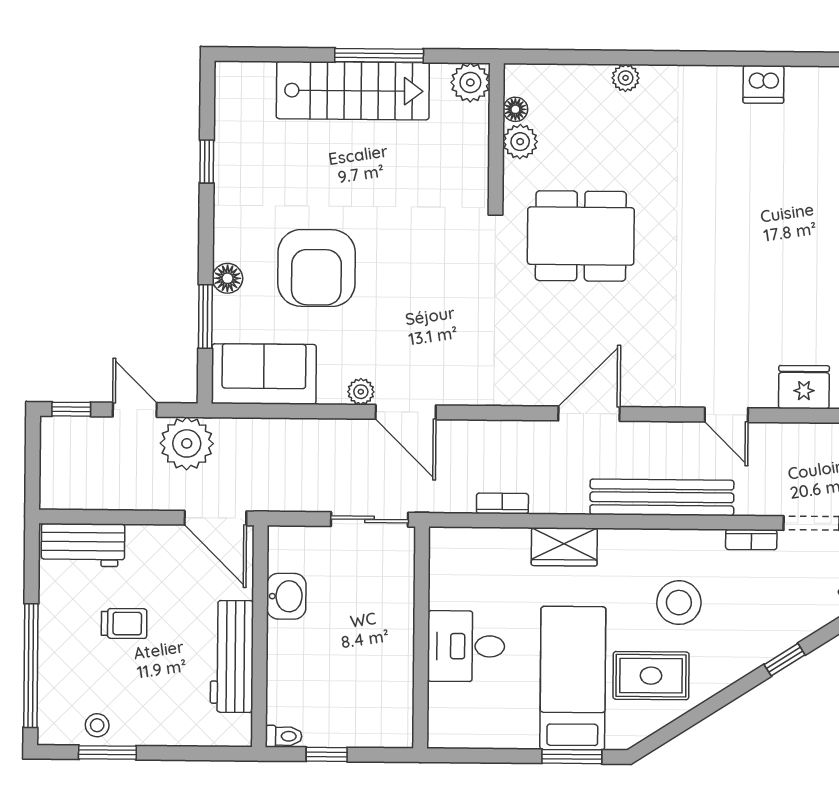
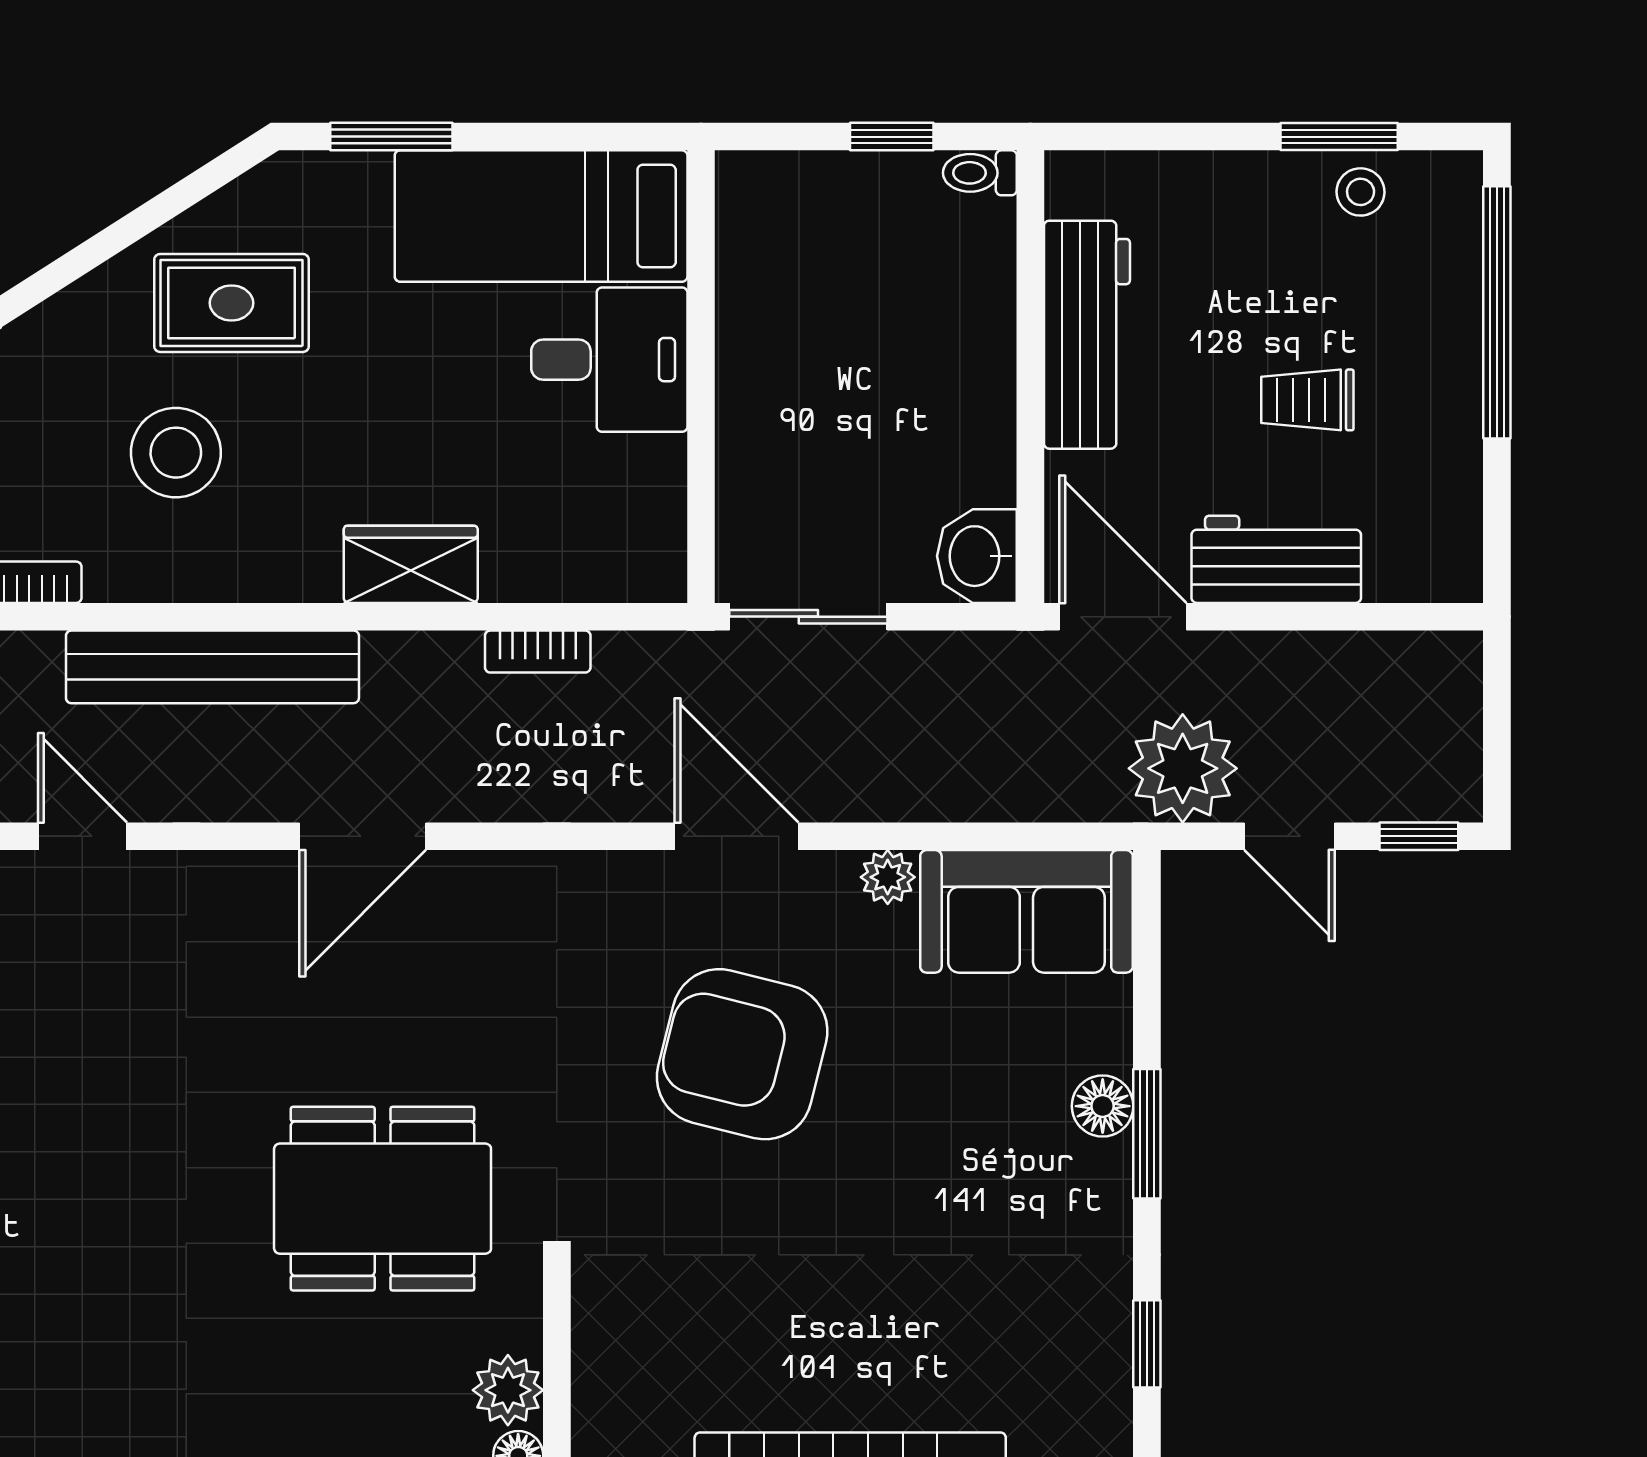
armchair: (316, 268) -> (742, 1054), moved, turned -76
window: (205, 317) -> (1147, 1134), moved
plant: (361, 392) -> (888, 877), moved
workbench: (83, 545) -> (1276, 559), moved
washbasin: (286, 596) -> (977, 556), moved
bed: (573, 678) -> (541, 216), moved, turned 90

